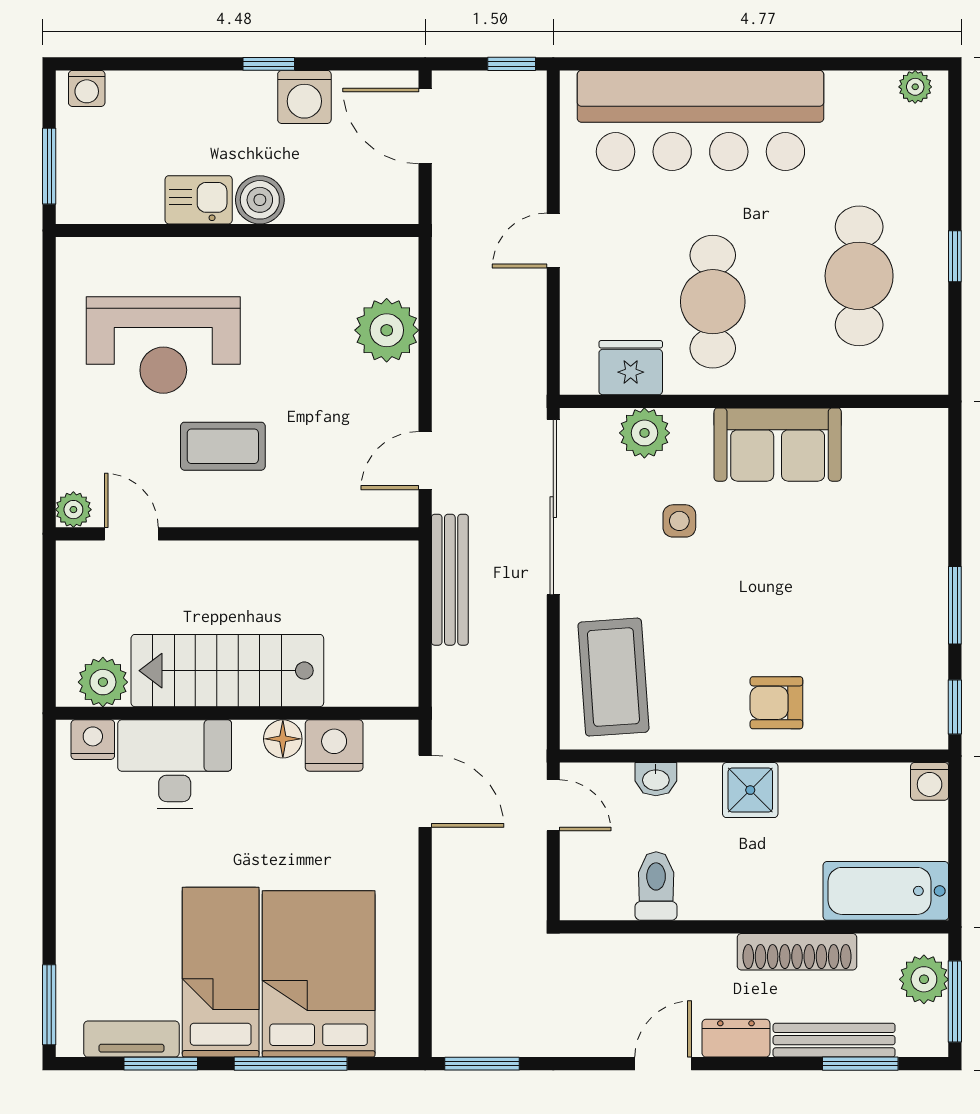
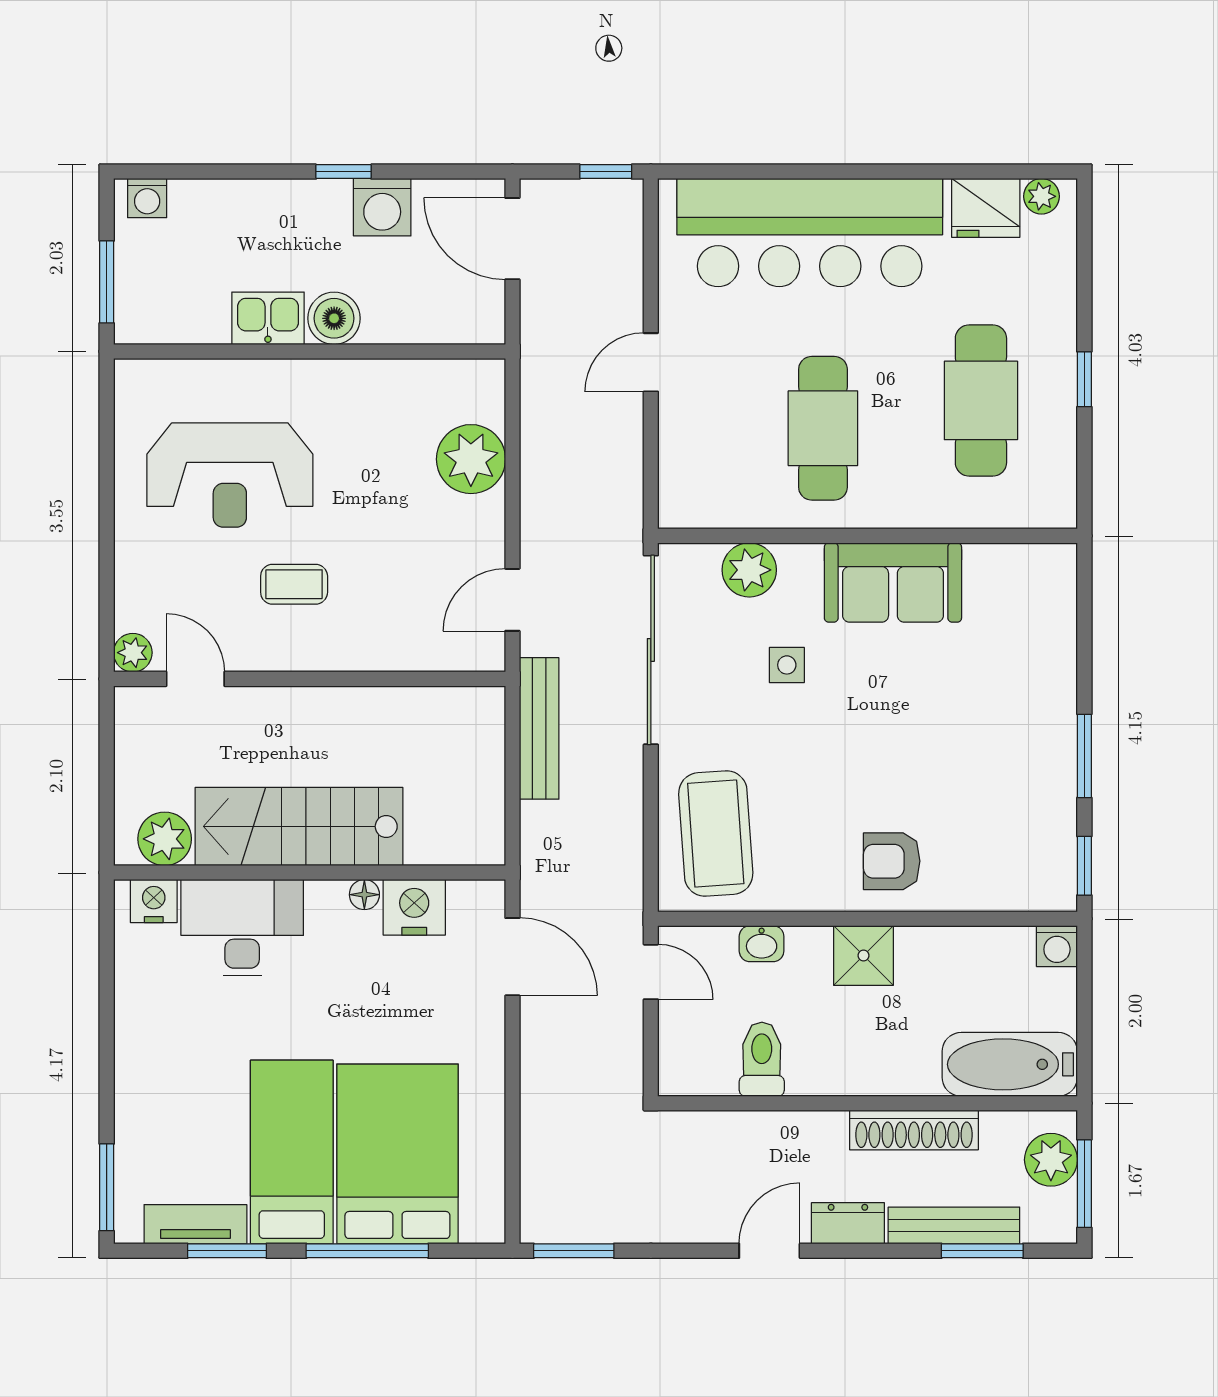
fridge: (631, 368) -> (986, 208), moved, turned 180
coffee table: (223, 446) -> (294, 584), width x0.73, depth x0.77
floor lamp: (283, 739) -> (364, 895), width x0.73, depth x0.73

